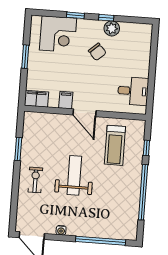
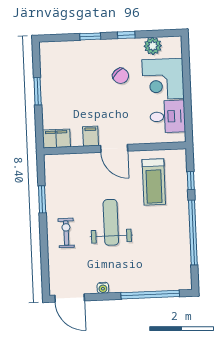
plant: (112, 28) -> (153, 46), moved
corner desk: (58, 34) -> (163, 79), moved, turned 90

